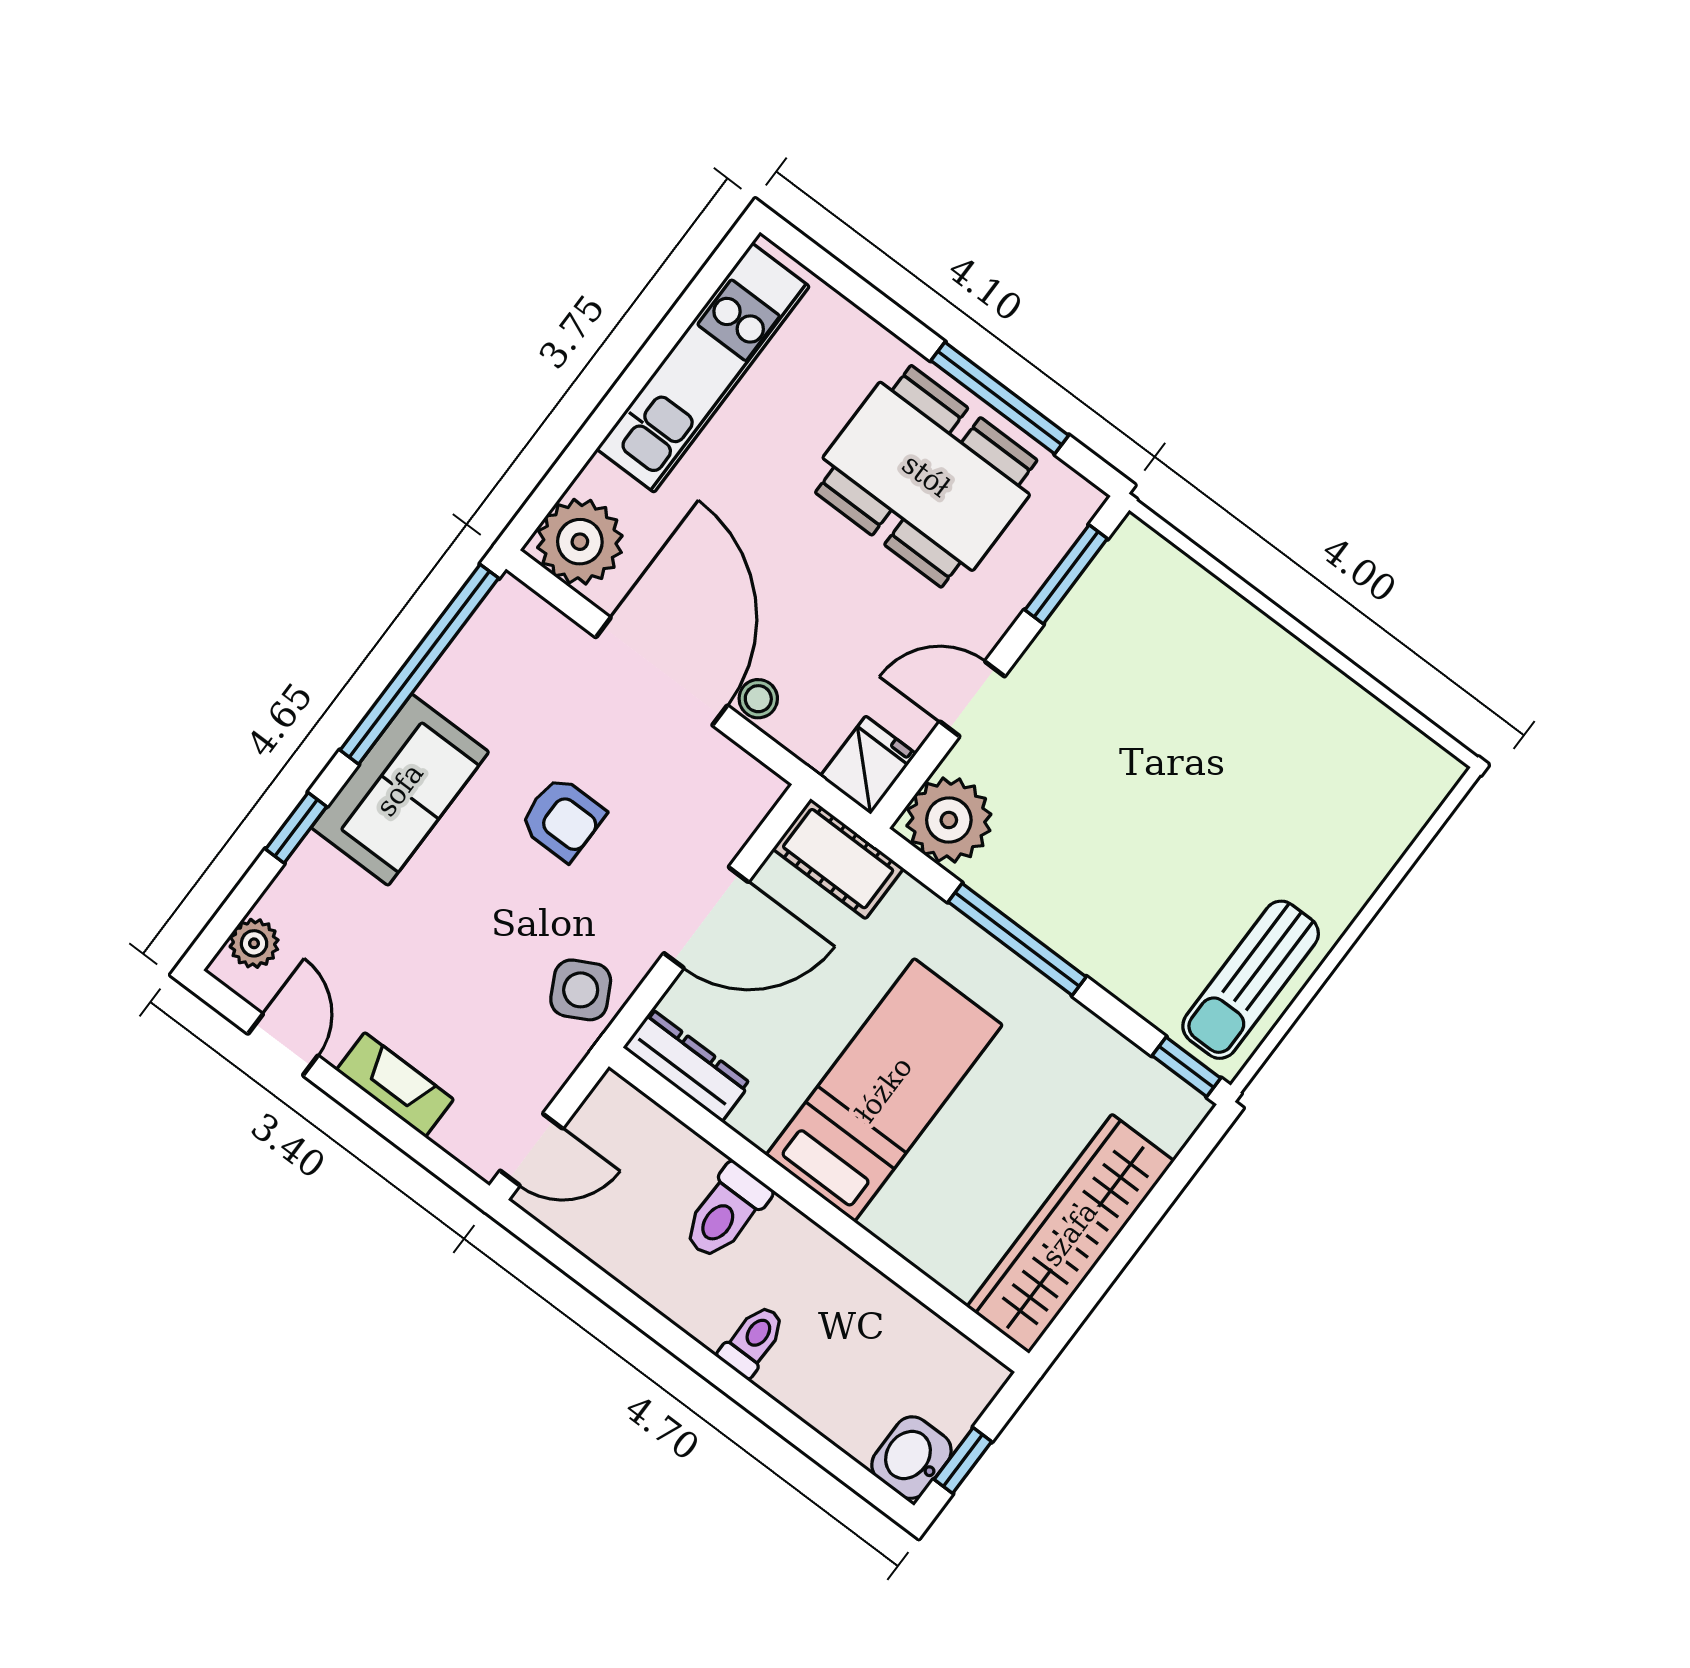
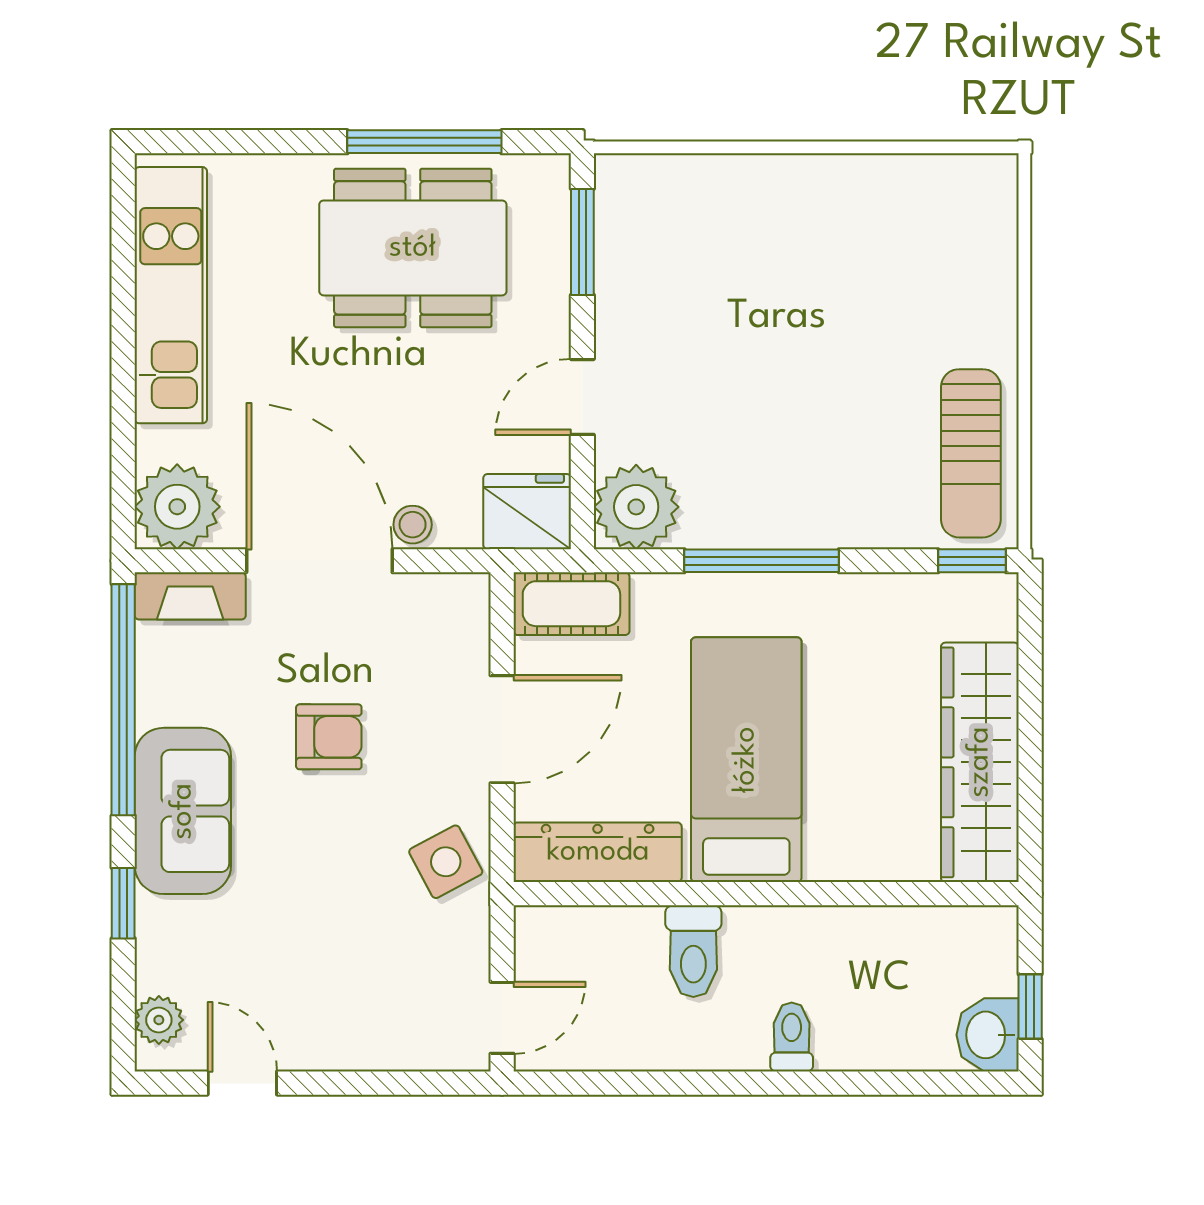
fridge: (868, 765) -> (527, 512), width x1.38
dresser: (687, 1065) -> (598, 852), width x1.37, depth x1.24
fireplace: (395, 1085) -> (190, 596), moved, turned 180

